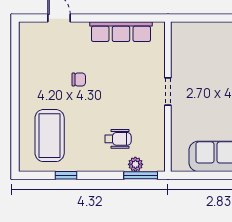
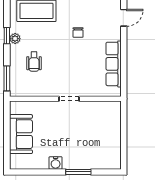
plant: (135, 164) -> (15, 39), moved
window: (66, 175) -> (7, 36), moved

